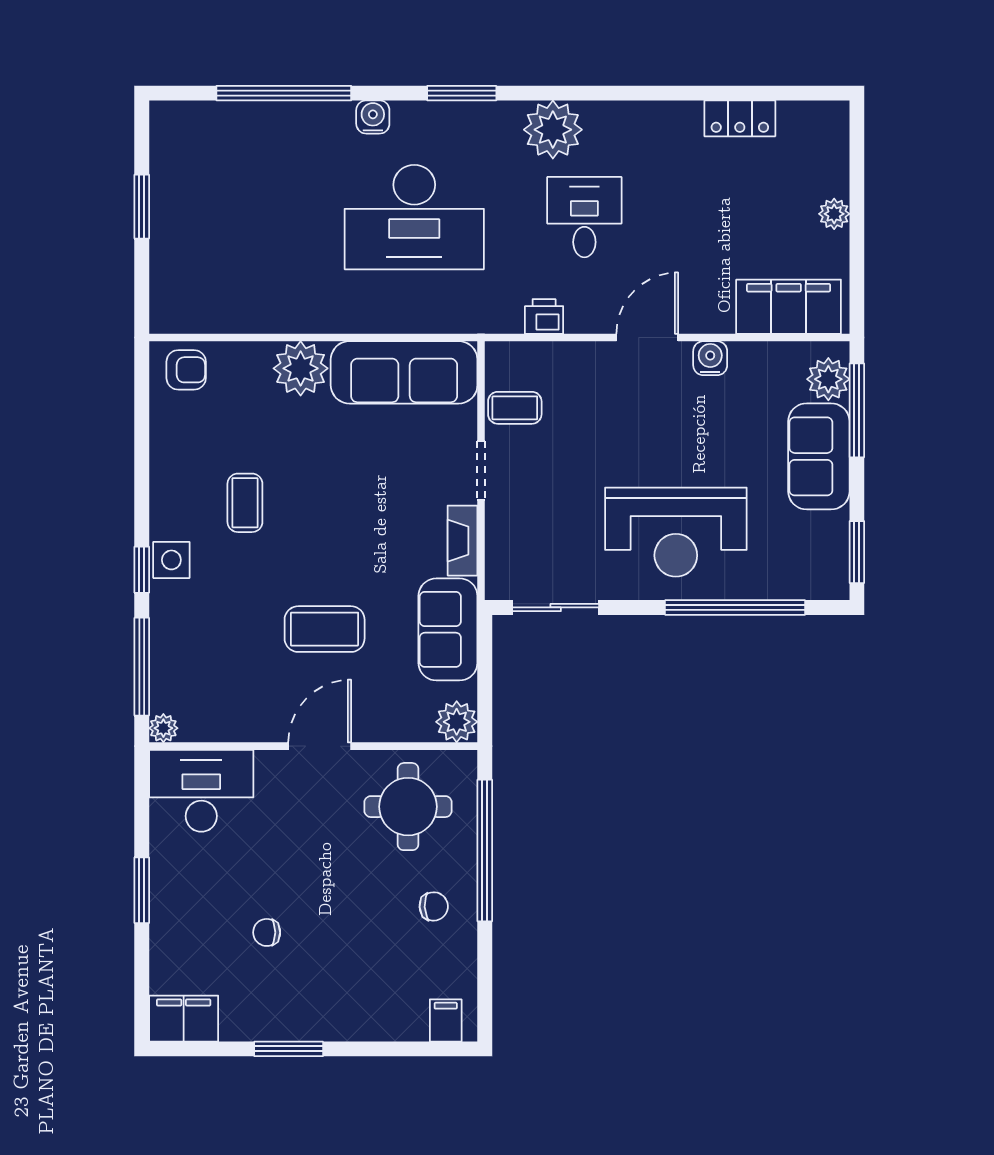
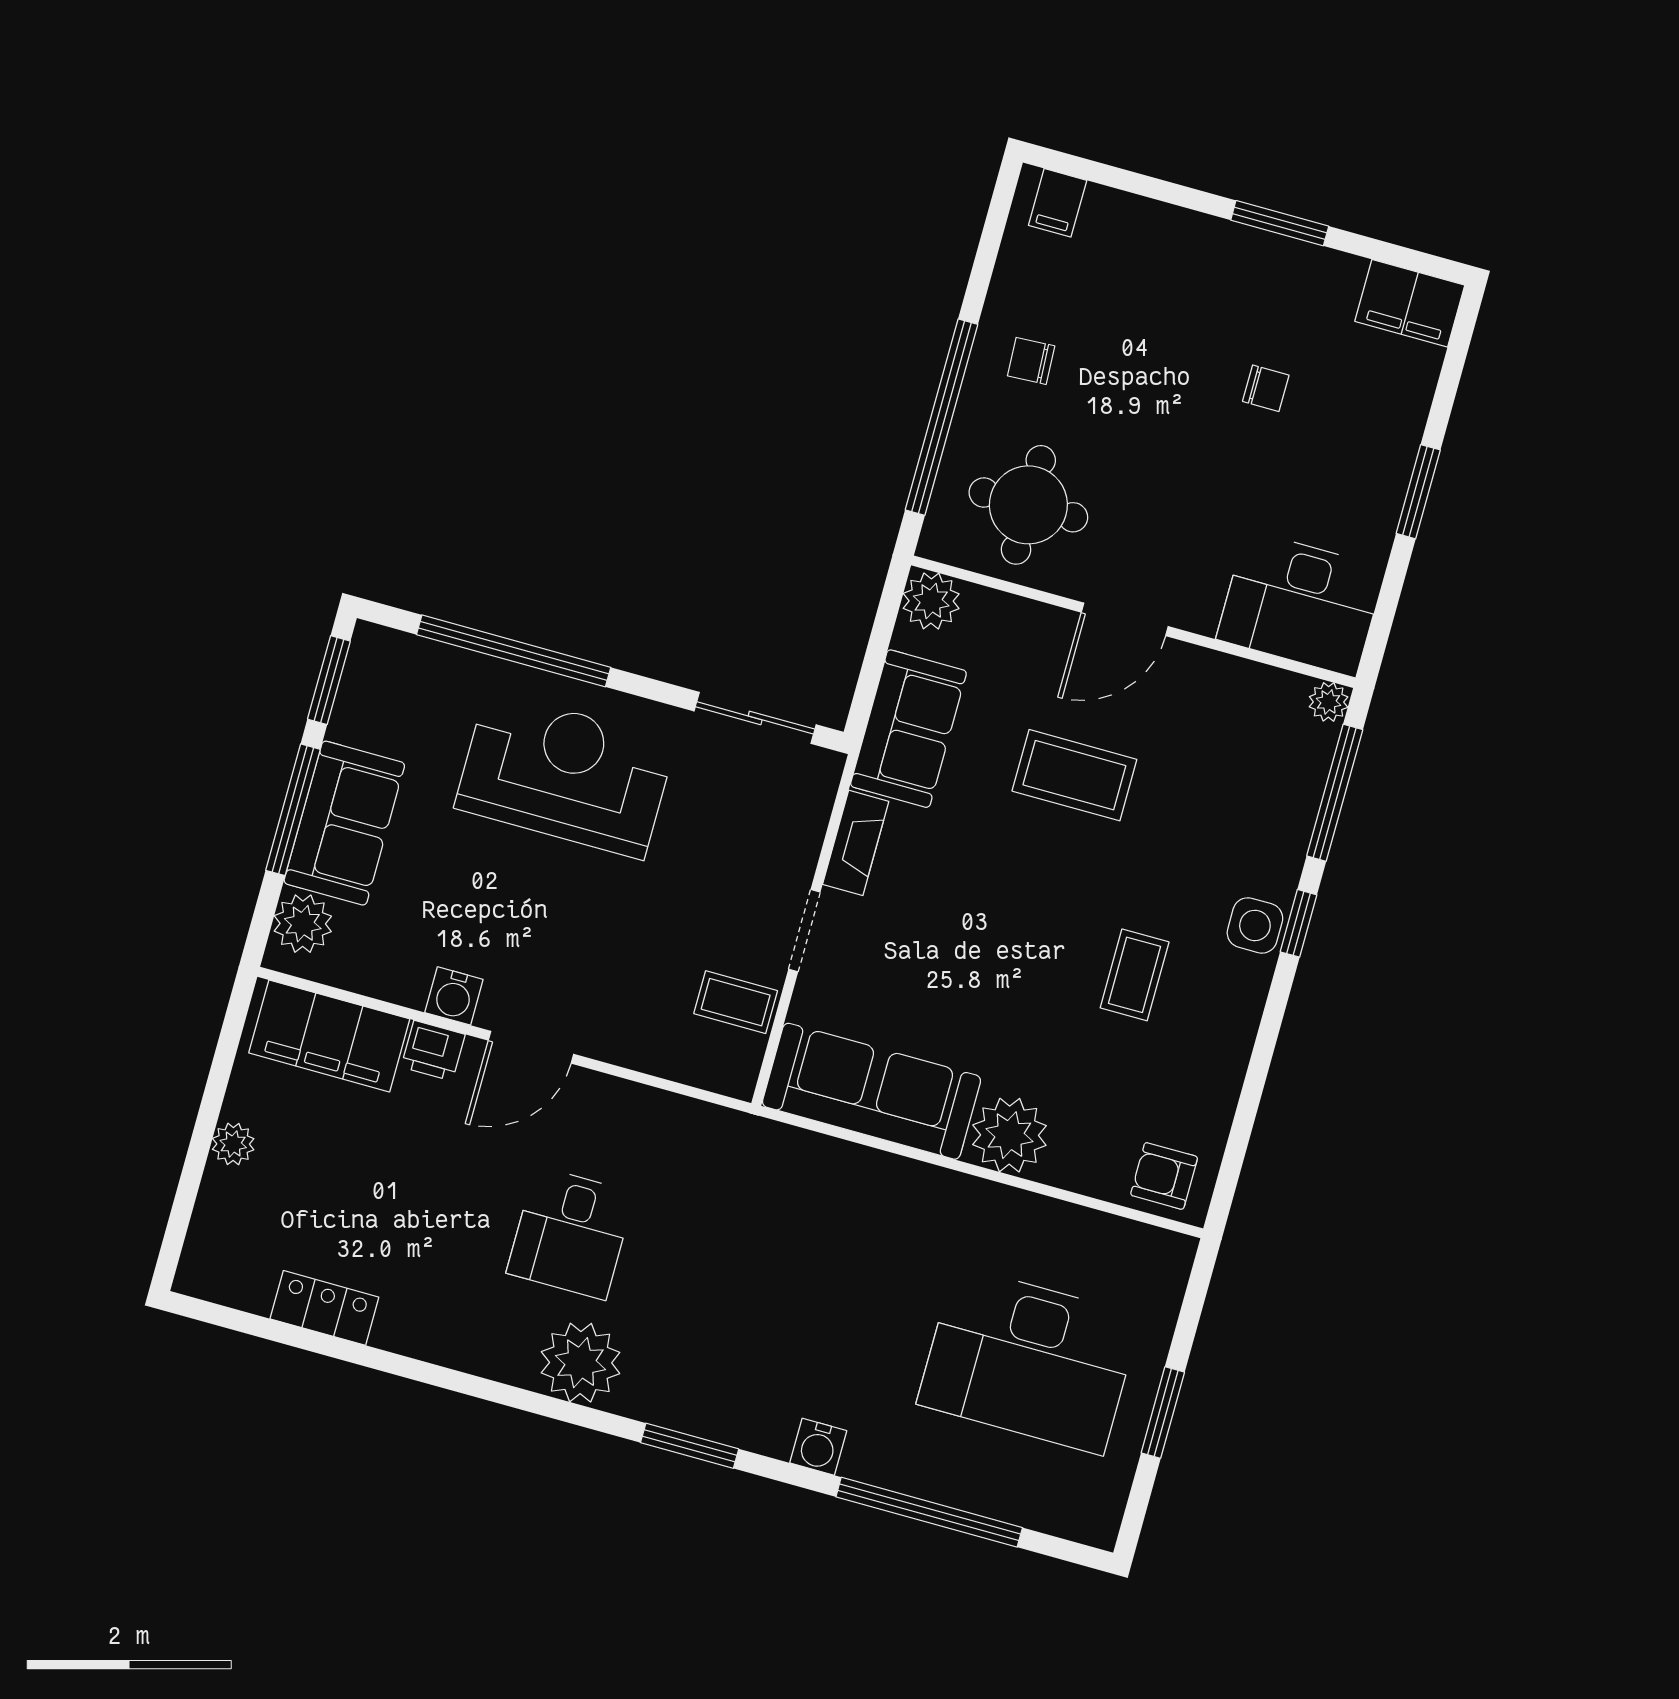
desk: (414, 217) -> (1029, 1360), moved, turned 180
printer: (544, 316) -> (433, 1051), moved
window: (857, 410) -> (293, 810), moved

